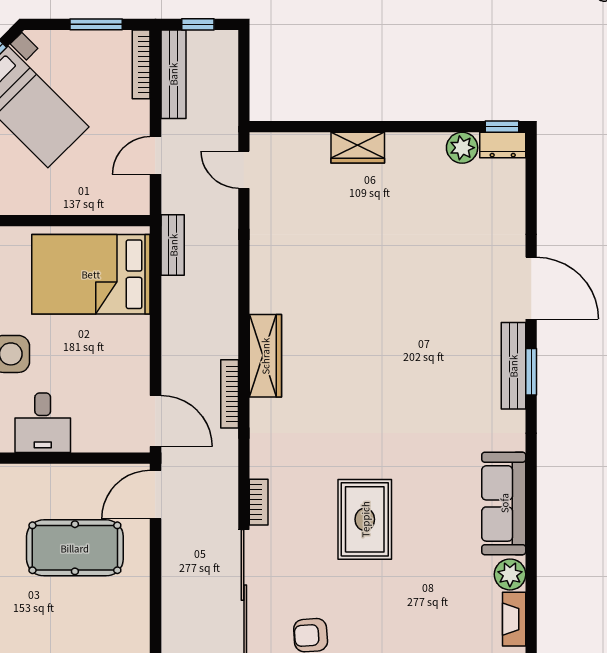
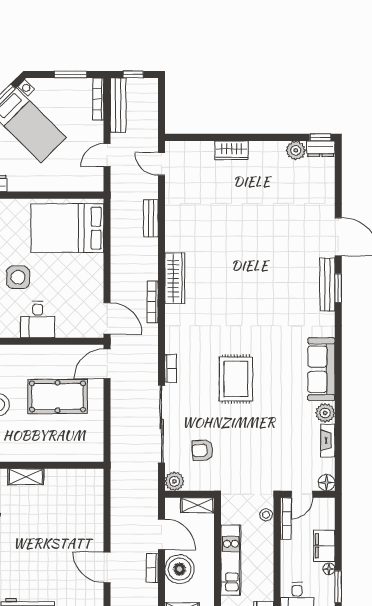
bench: (173, 245) -> (151, 218), moved

